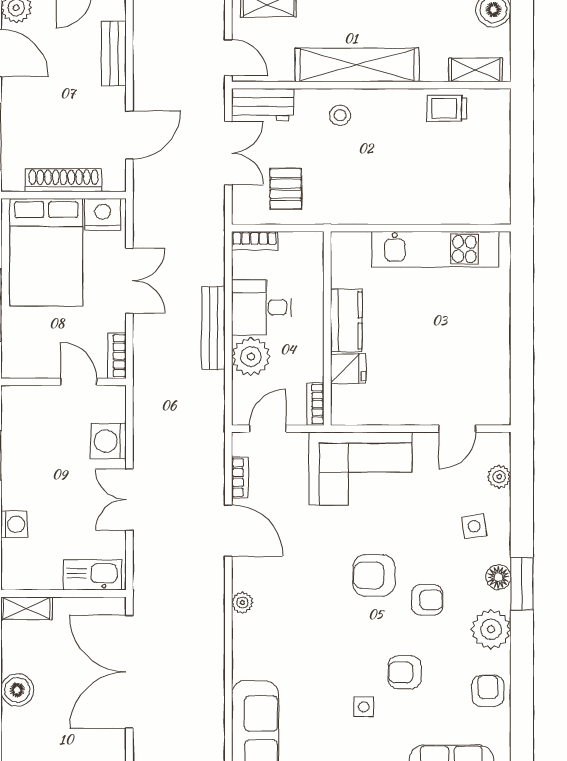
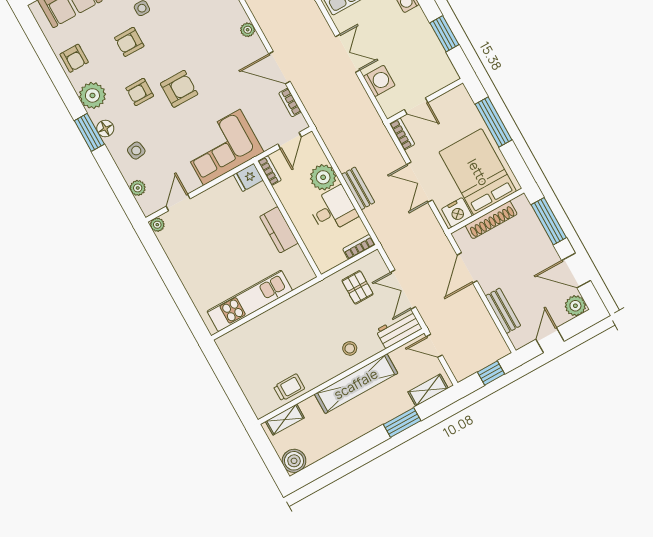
bench: (213, 328) -> (358, 188), width x0.73
fridge: (348, 369) -> (248, 177), moved
plant: (500, 415) -> (157, 225), added
armchair: (405, 672) -> (129, 42), turned 180

